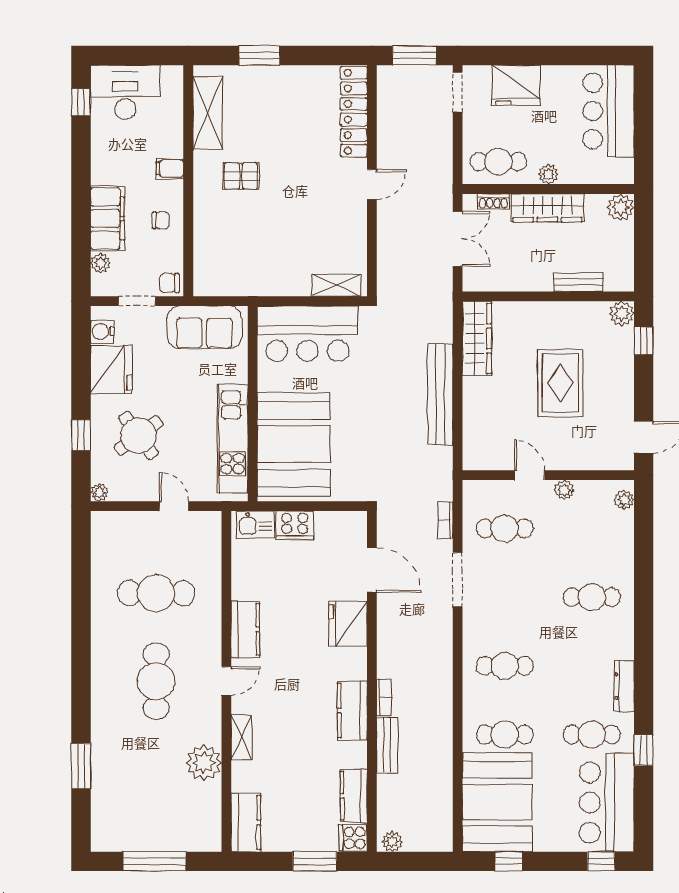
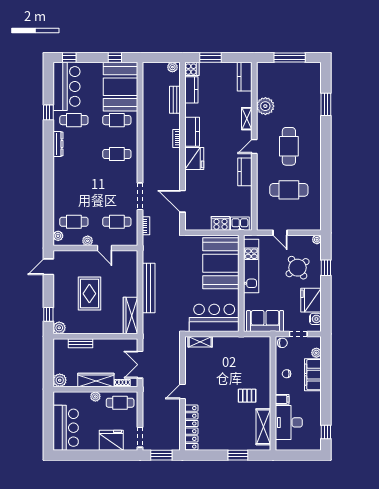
desk: (125, 92) -> (289, 422), moved, turned 90
cafe table: (592, 597) -> (74, 222), moved
fridge: (348, 624) -> (194, 159), moved
bench: (387, 745) -> (175, 100), moved

